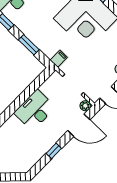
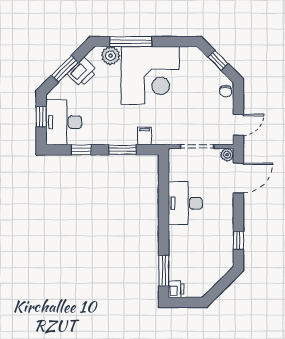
filing cabinet: (59, 59) -> (145, 136), moved
window: (54, 151) -> (238, 240), moved

